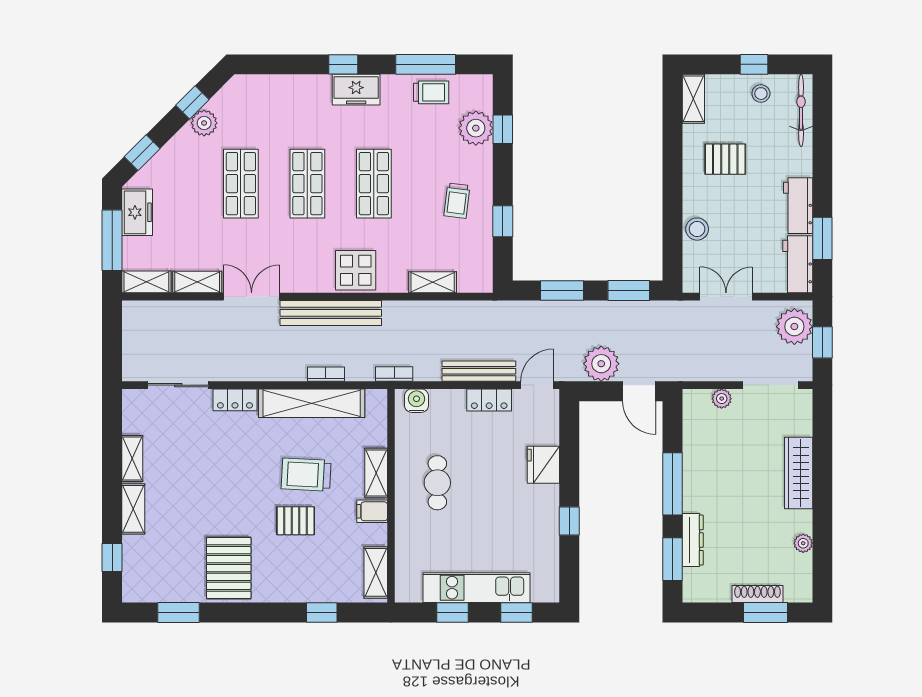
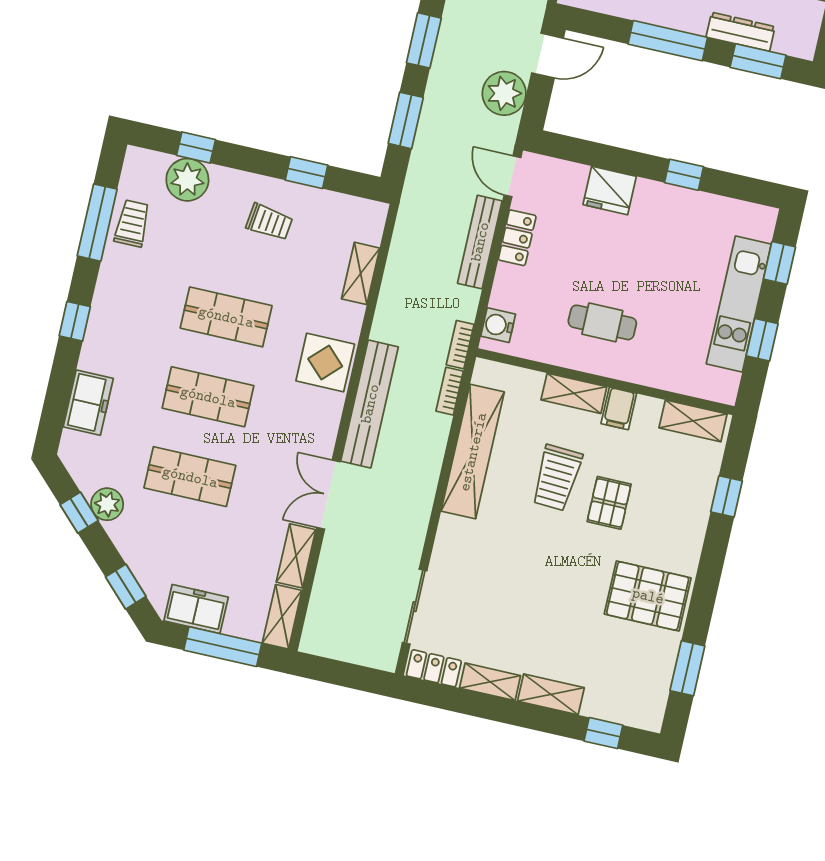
freezer: (356, 90) -> (88, 403), moved
bookcase: (326, 374) -> (450, 391), moved
locker: (235, 400) -> (434, 668), moved, turned -90

